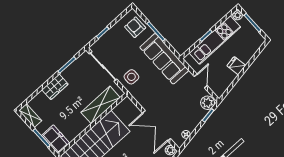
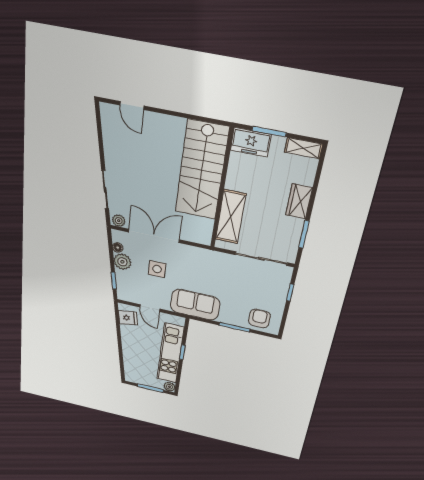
armchair: (135, 27) -> (259, 319), turned -90
sofa: (164, 59) -> (195, 305), width x0.73
fridge: (236, 66) -> (128, 318), moved
side table: (131, 77) -> (157, 269), moved
plant: (208, 103) -> (122, 262), moved

